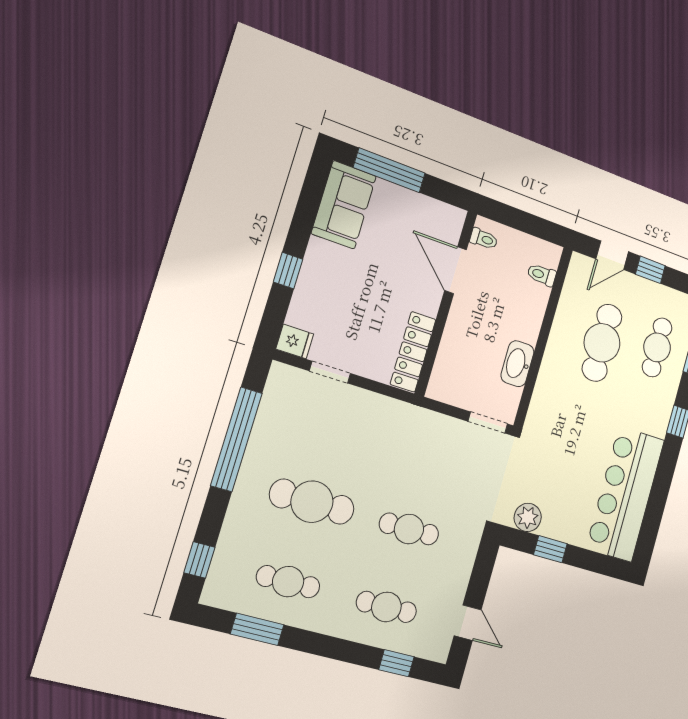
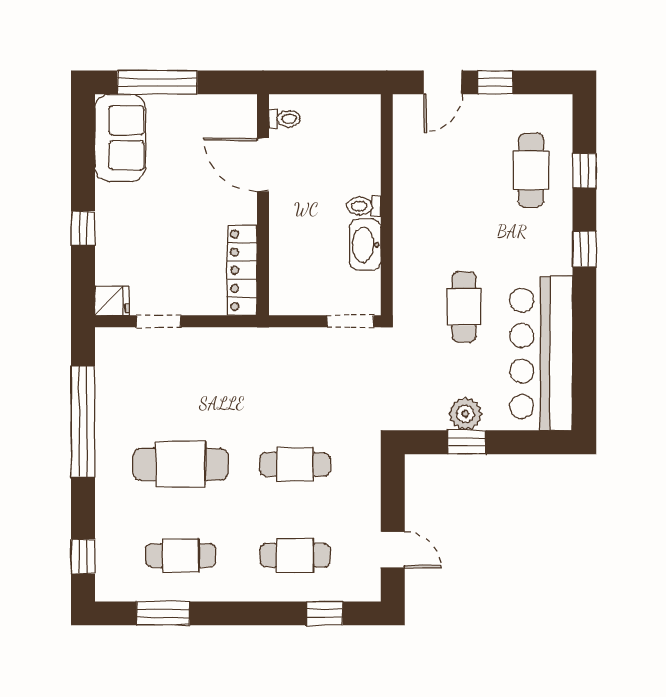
toilet: (542, 275) -> (364, 206), moved
cafe table: (602, 343) -> (464, 307), moved, width x0.73, depth x0.74
plant: (528, 517) -> (465, 414), moved

